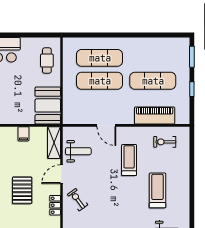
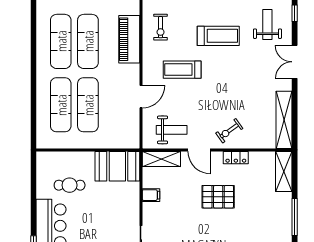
exercise mat: (153, 58) -> (61, 41), added
cafe table: (47, 61) -> (70, 185), moved
weight bench: (78, 151) -> (172, 130), turned 90
treadmill: (157, 190) -> (218, 36), turned 180

